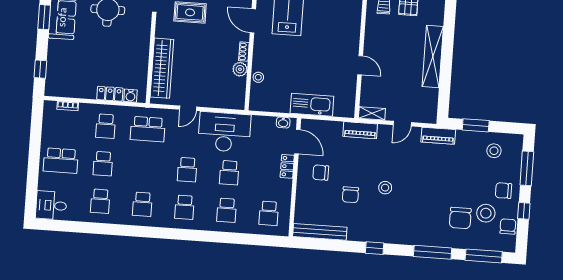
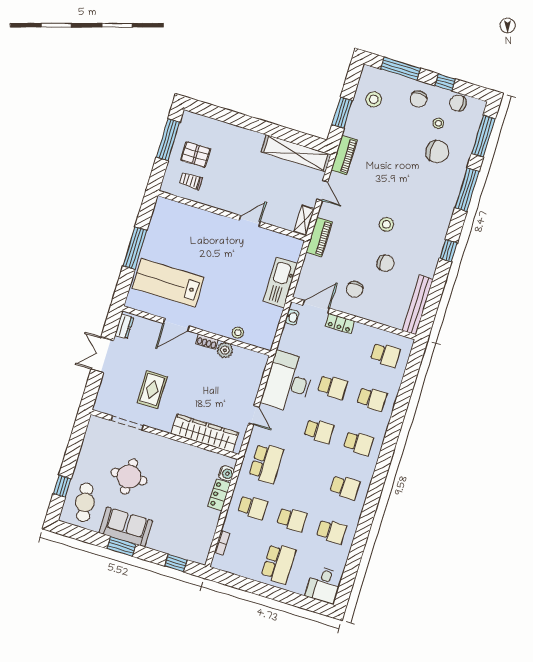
shelving: (433, 56) -> (296, 153), moved
stool: (486, 213) -> (438, 123), width x0.53, depth x0.53

